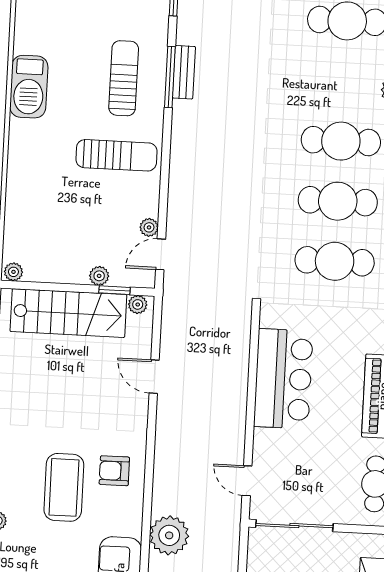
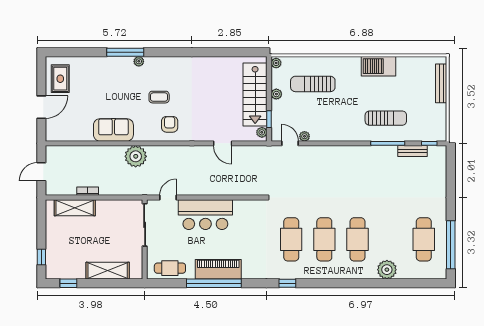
bench: (184, 72) -> (413, 151), moved
sun lounger: (116, 155) -> (313, 84), moved, turned 90
plant: (99, 276) -> (276, 94), moved
door: (154, 377) -> (223, 143), swing flipped
bar counter: (283, 379) -> (205, 215), moved
coffee table: (64, 487) -> (159, 97), width x0.54, depth x0.58

